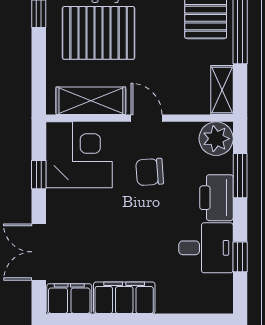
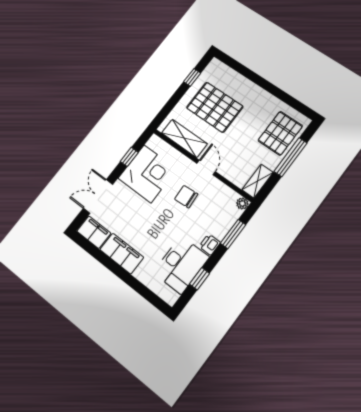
plant: (216, 139) -> (242, 203), width x0.53, depth x0.53
corner desk: (79, 155) -> (147, 174), moved
printer: (216, 198) -> (210, 245), width x0.53, depth x0.68
desk: (206, 248) -> (181, 265), width x1.37

